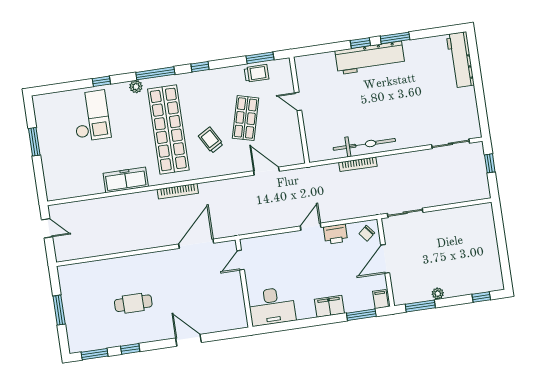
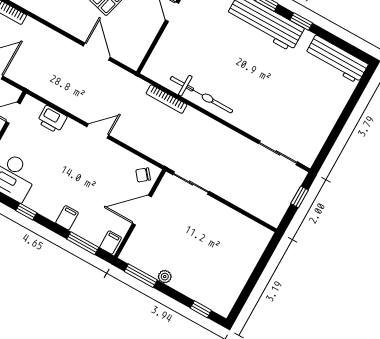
window: (395, 38) -> (301, 21), width x0.67
workbench: (460, 60) -> (337, 59), moved, turned -90
bookcase: (358, 164) -> (166, 99), moved
printer: (336, 234) -> (52, 119), moved
filing cabinet: (329, 306) -> (67, 218), width x0.50
window: (304, 323) -> (26, 212), added

